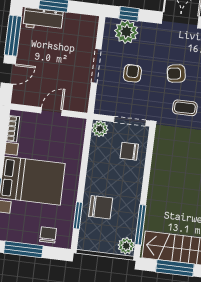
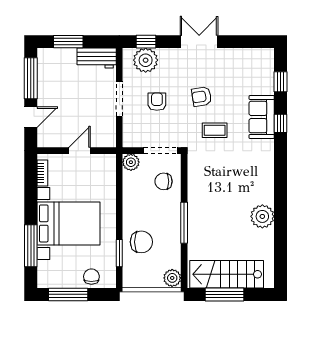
workbench: (43, 19) -> (97, 58), moved
window: (140, 225) -> (184, 223), moved

